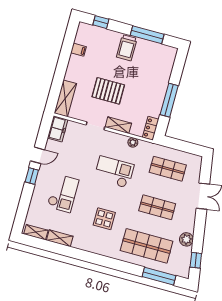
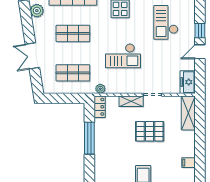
plant: (133, 142) -> (100, 89), moved

